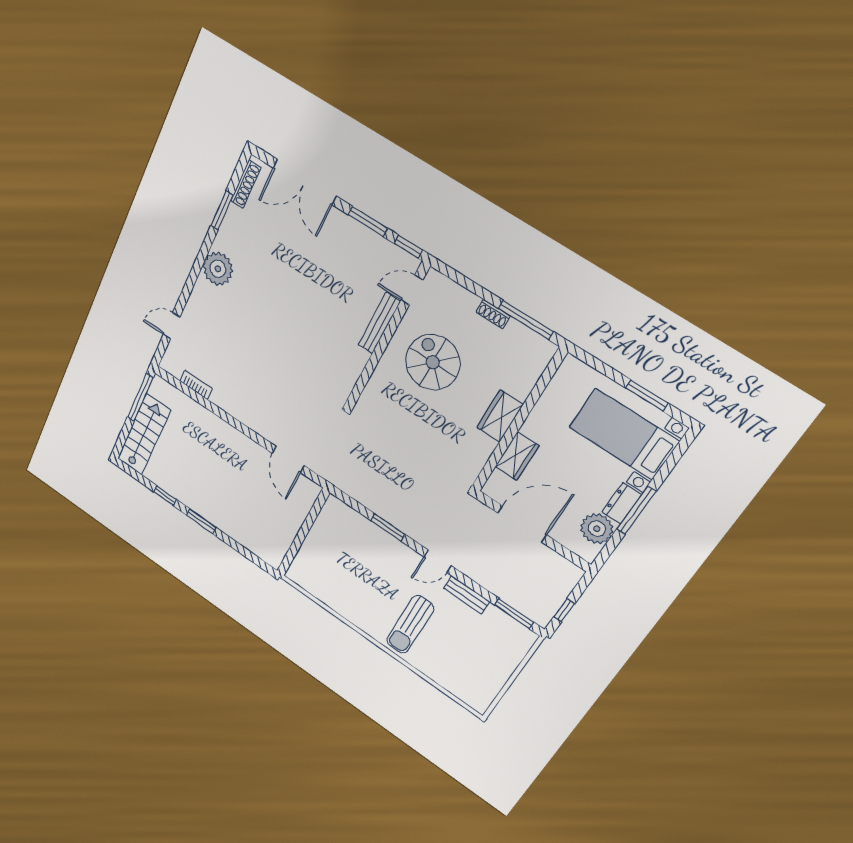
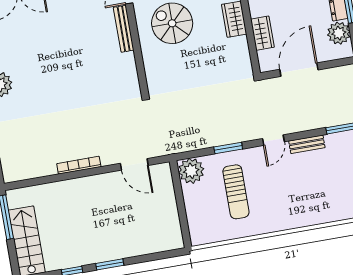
bookcase: (196, 385) -> (79, 165), moved, width x1.56
plant: (336, 514) -> (191, 171), added
sun lounger: (410, 624) -> (236, 192), moved

